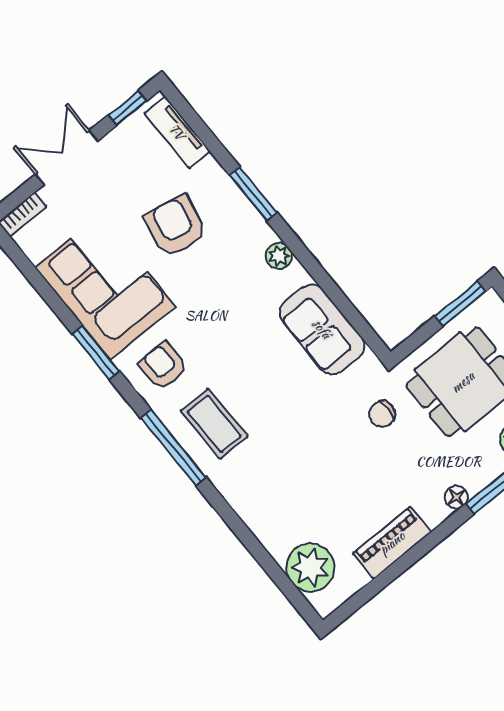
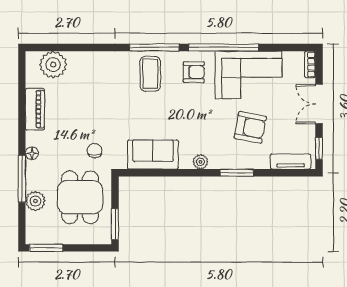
double door: (67, 158) -> (319, 104), swing flipped
window: (96, 352) -> (224, 47), width x2.11
coffee table: (214, 424) -> (150, 74), turned 90

